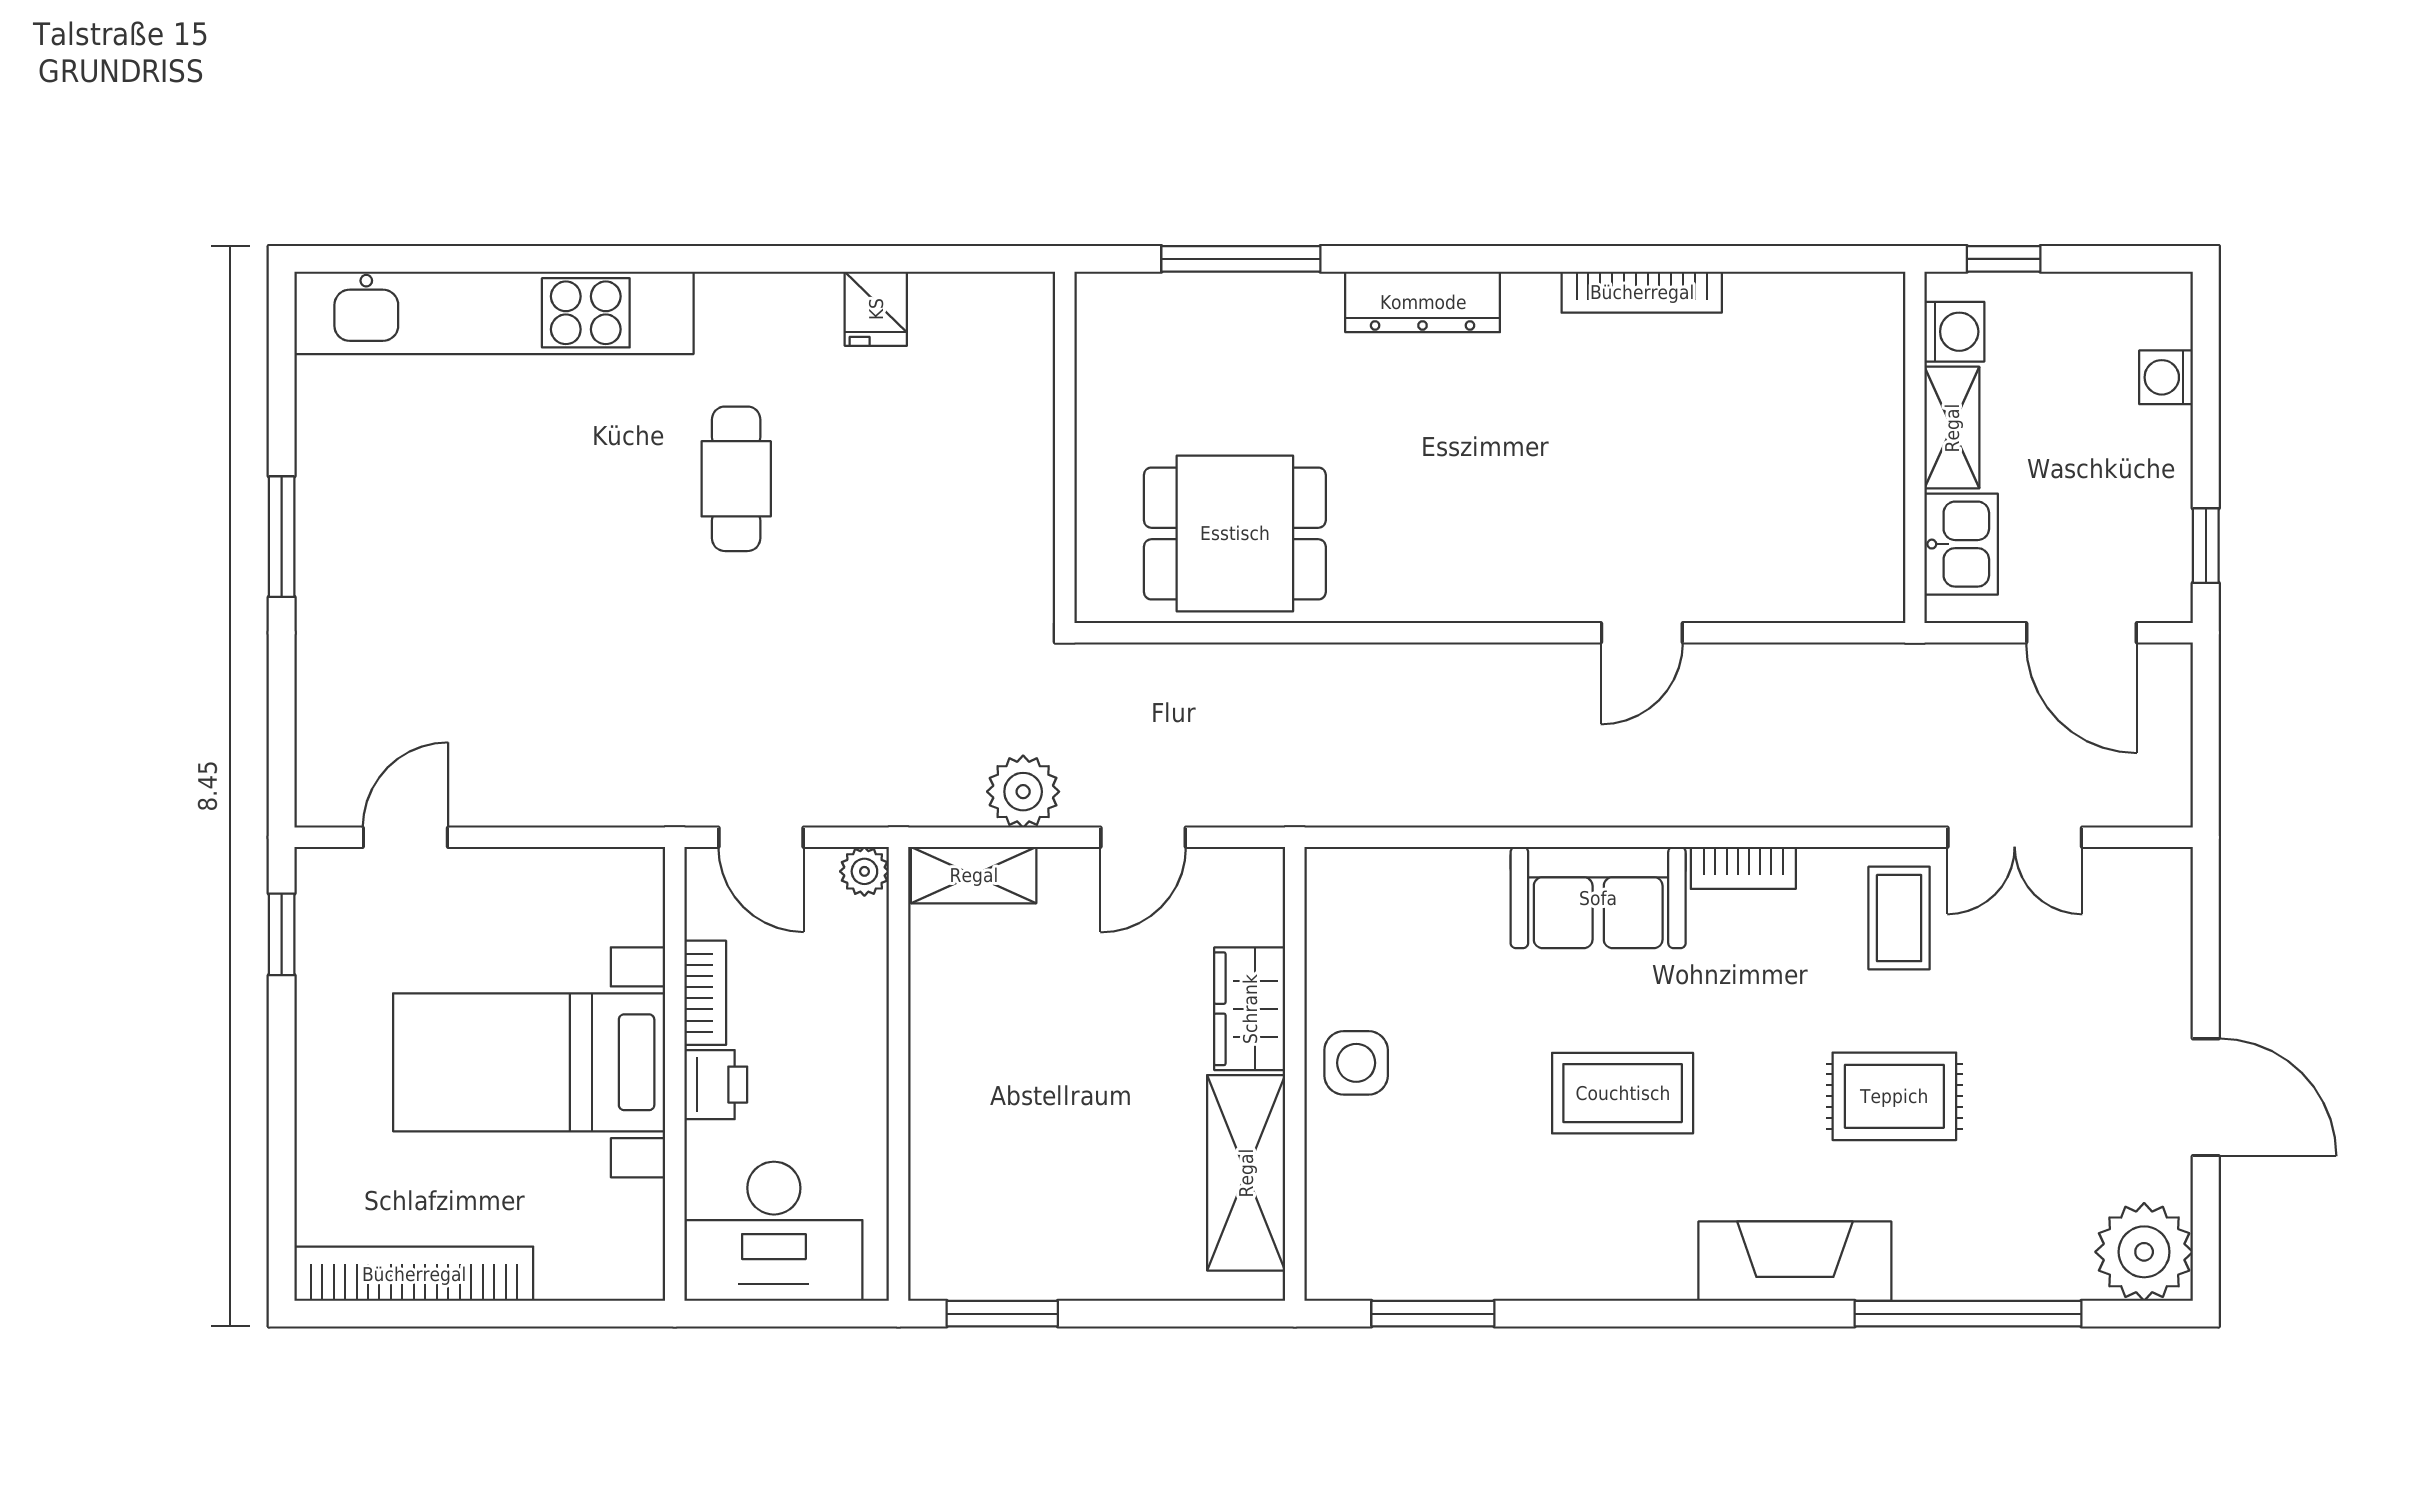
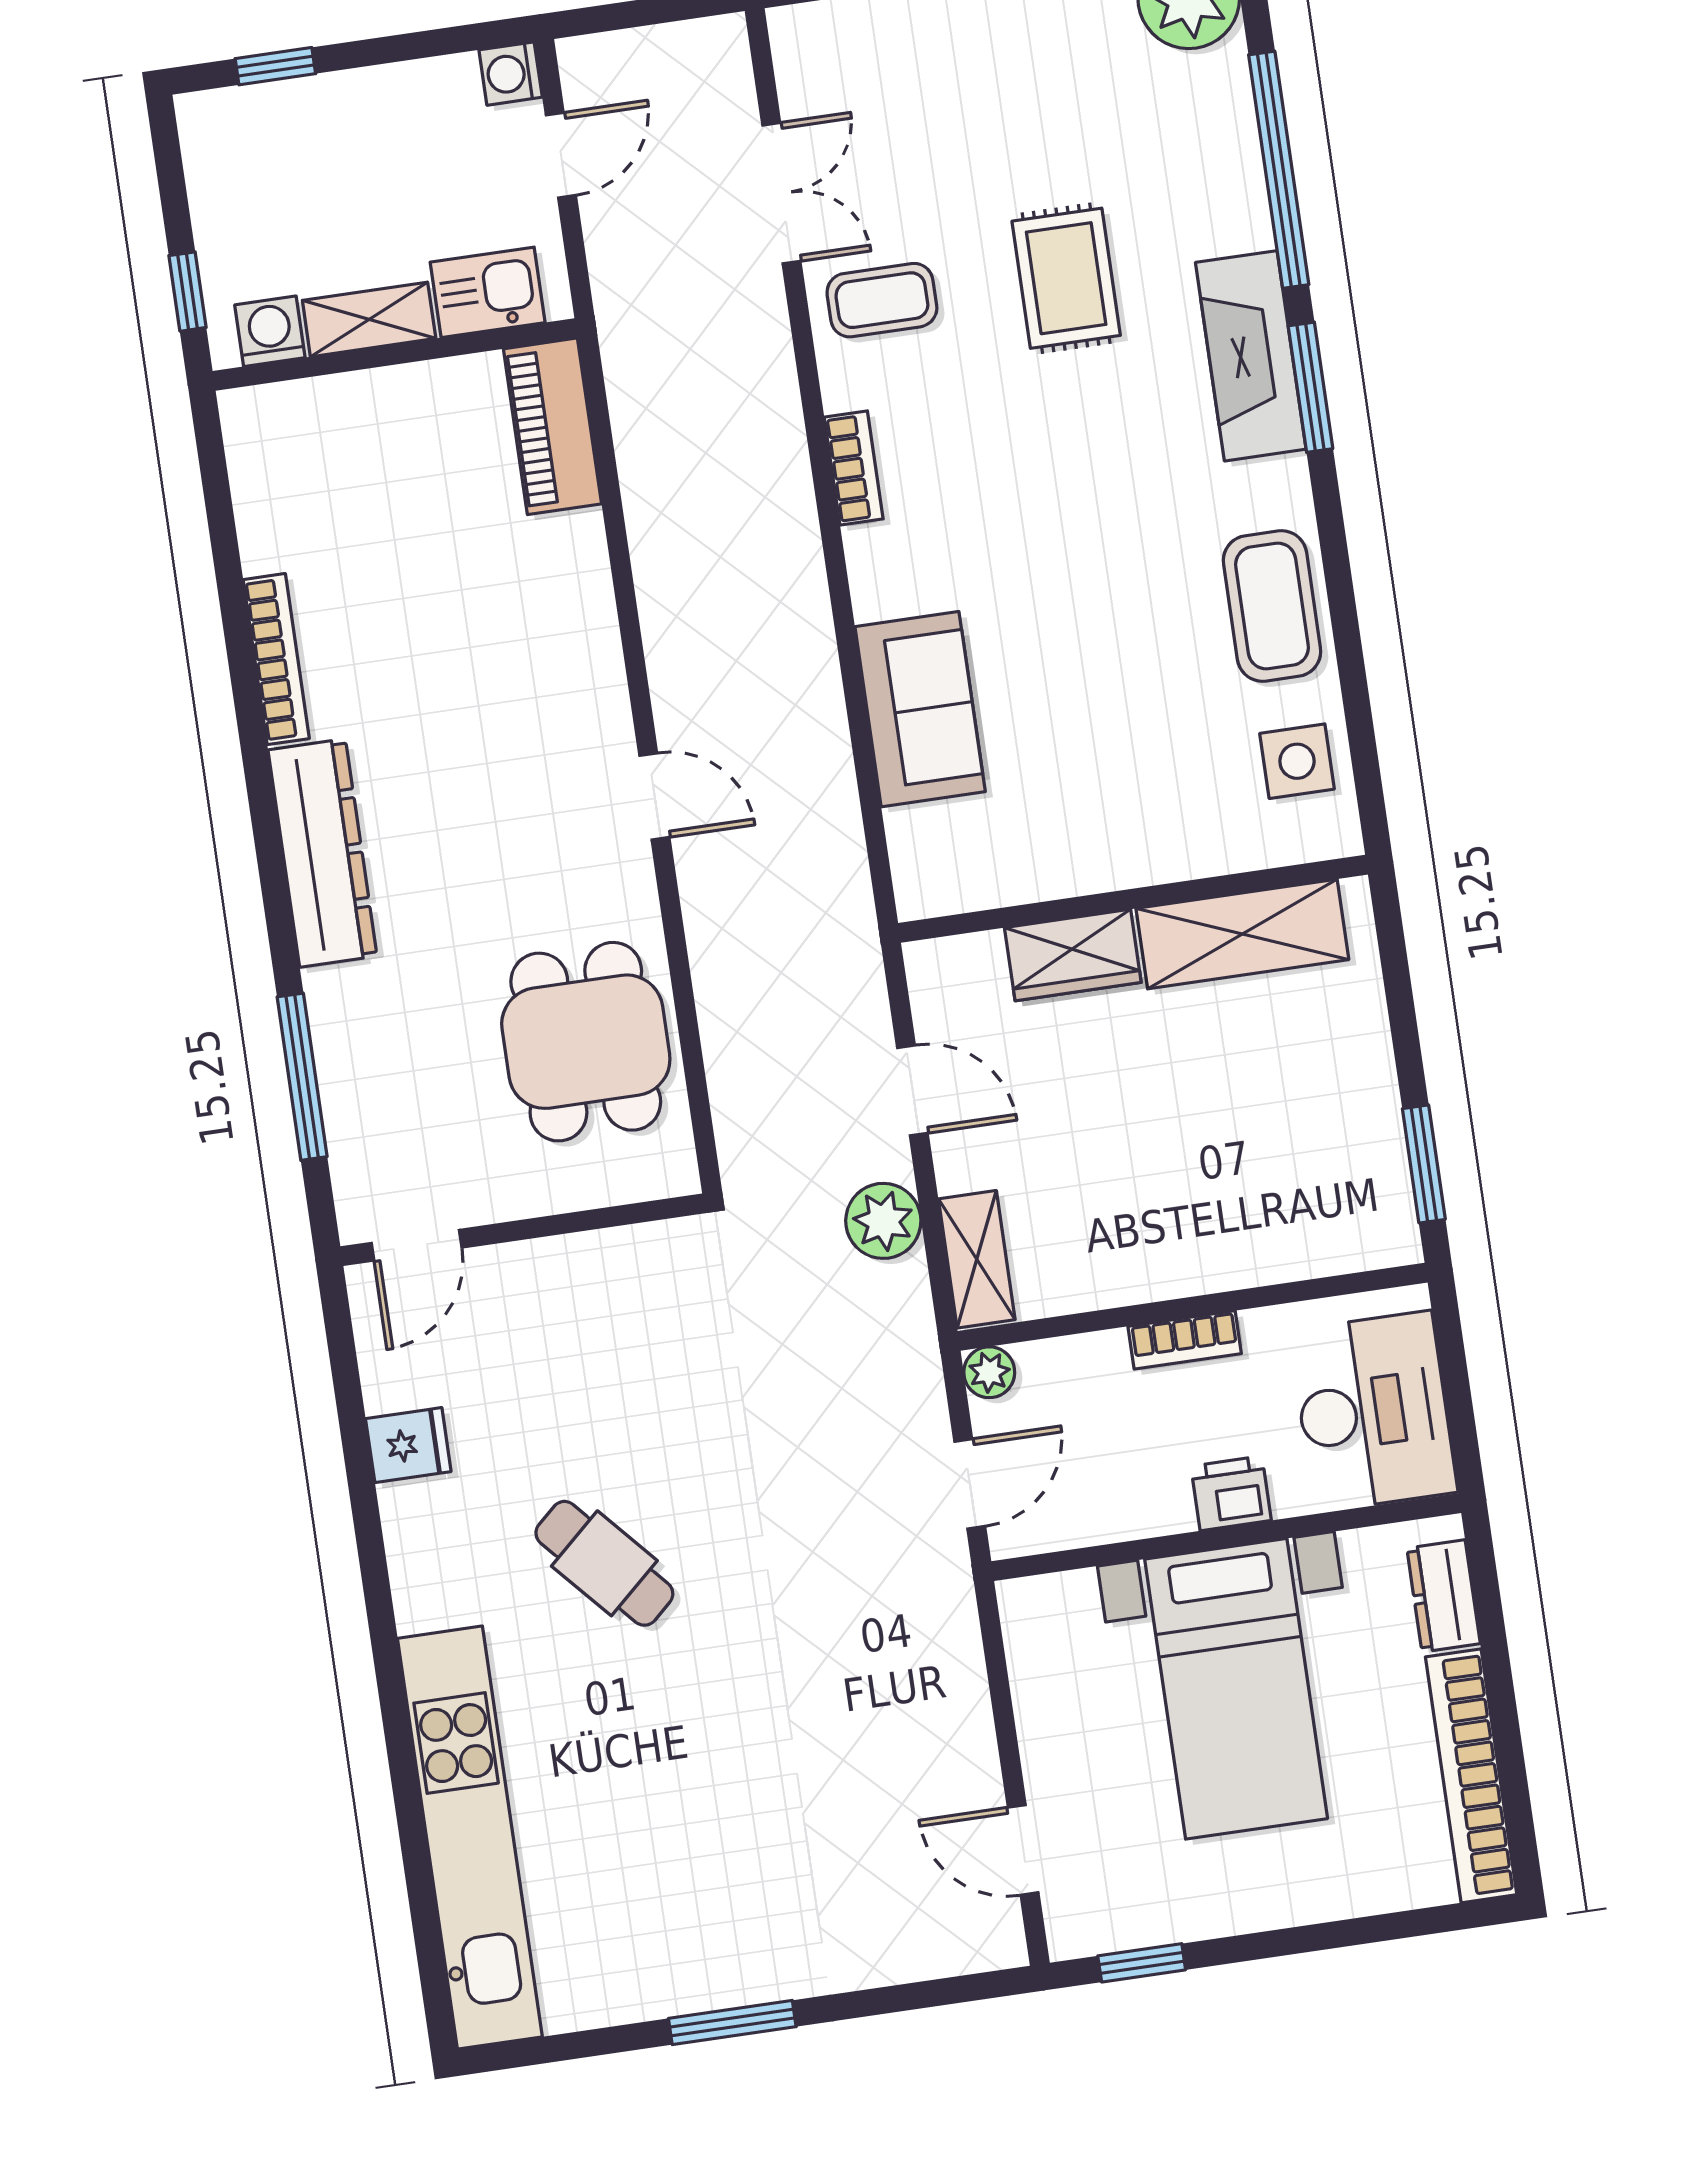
dresser: (1423, 302) -> (323, 853), width x1.37, depth x1.24
door: (1065, 344) -> (417, 1245), added
washing machine: (2166, 377) -> (511, 74), moved, turned 90
cafe table: (736, 479) -> (604, 1563), turned 48
window: (2206, 546) -> (275, 66), moved
piano: (1825, 587) -> (552, 426), added
door: (1642, 633) -> (654, 796), moved
door: (2081, 633) -> (561, 155), width x0.73
sofa: (1598, 898) -> (920, 709), moved
bookcase: (705, 993) -> (1185, 1340), moved, turned 180
side table: (1356, 1063) -> (1297, 761), moved
coffee table: (1623, 1093) -> (1272, 606), moved
dresser: (589, 1272) -> (1444, 1596), added
window: (1433, 1314) -> (1310, 387), moved

